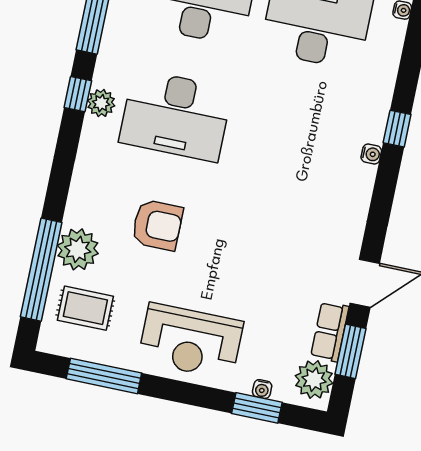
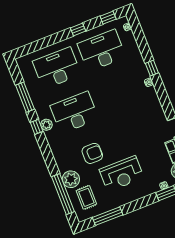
desk: (176, 115) -> (74, 112), turned 180
rug: (85, 308) -> (86, 197), turned 90
reception desk: (191, 341) -> (122, 174), moved

